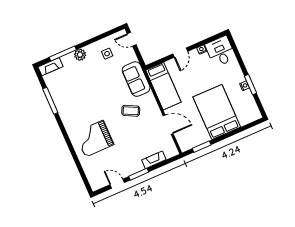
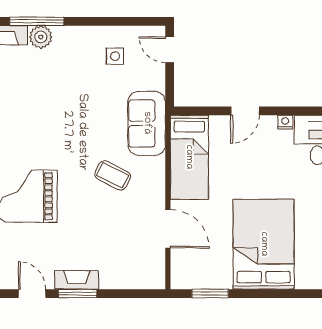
plant: (80, 55) -> (41, 37), moved
fireplace: (154, 160) -> (77, 280), moved

